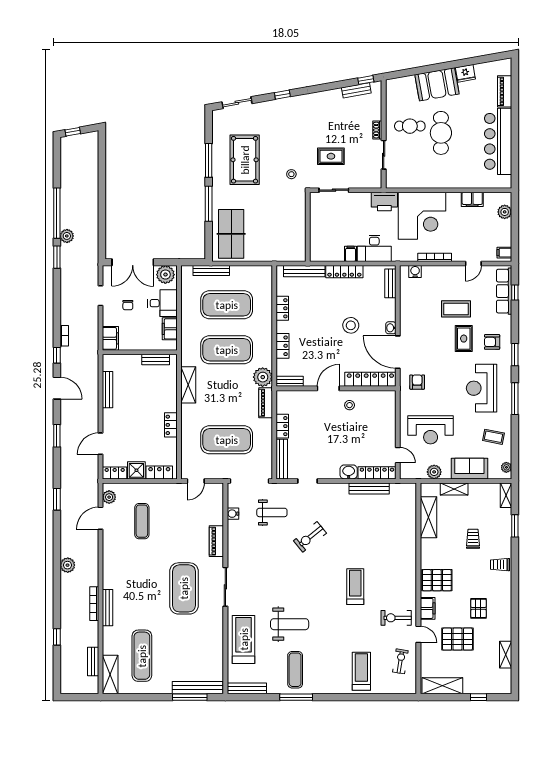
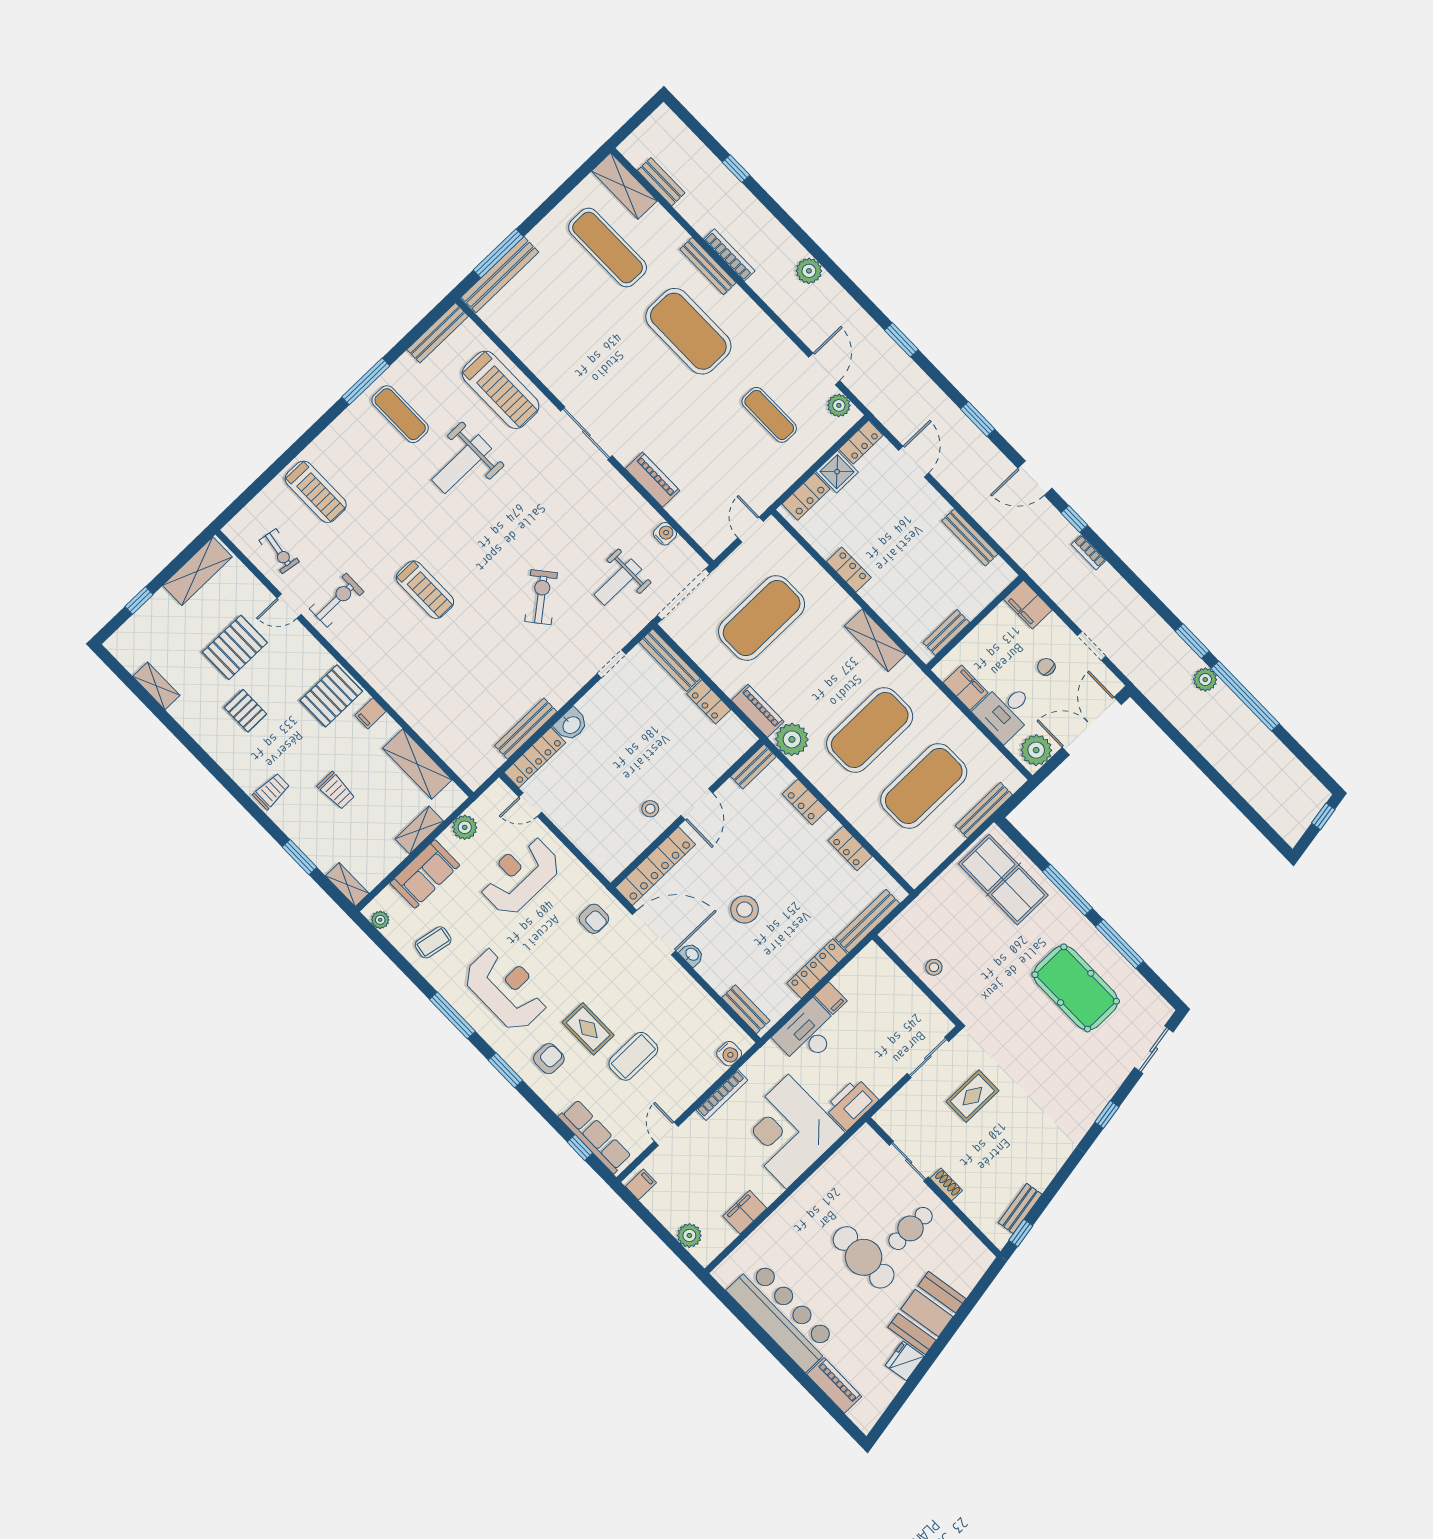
stool: (291, 174) -> (934, 967), moved
exercise mat: (184, 588) -> (688, 331), moved
filing cabinet: (428, 608) -> (370, 713), moved, width x0.50

